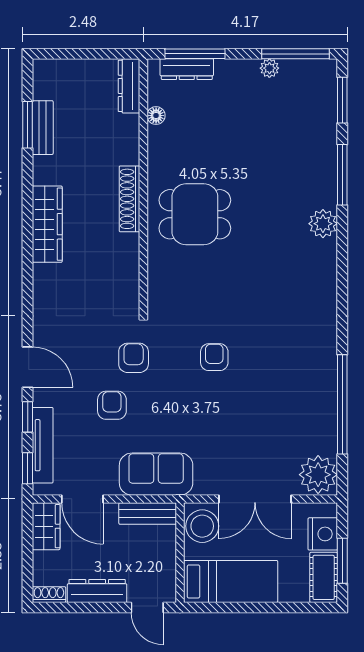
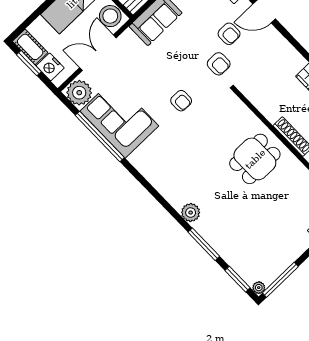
plant: (269, 68) -> (259, 288), moved
corner sofa: (301, 403) -> (119, 119), added
armchair: (112, 405) -> (229, 34), moved

